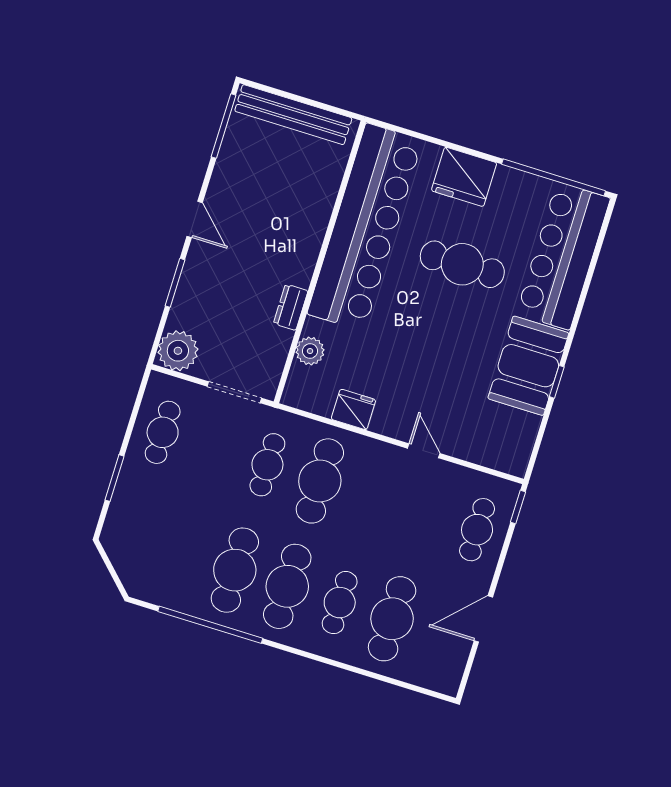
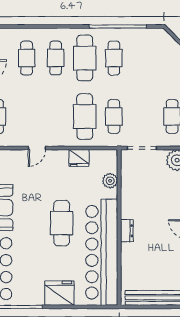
cafe table: (462, 264) -> (62, 223), moved, turned 90
dresser: (291, 307) -> (127, 231), moved
door: (424, 451) -> (37, 148), hinge flipped
cafe table: (235, 570) -> (114, 58), width x0.73, depth x0.74
cafe table: (392, 619) -> (27, 58), width x0.73, depth x0.74

